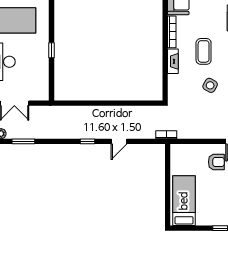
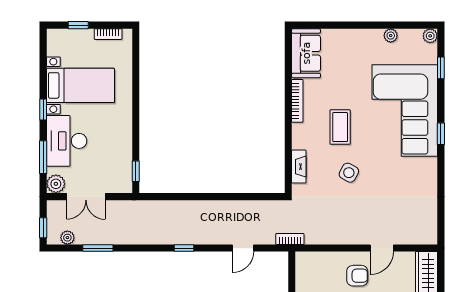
window: (52, 50) -> (136, 171), moved
fireplace: (173, 61) -> (299, 167), moved
door: (119, 141) -> (243, 248), moved

